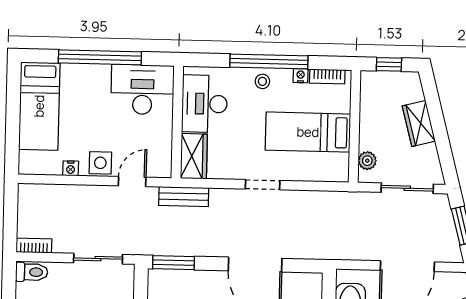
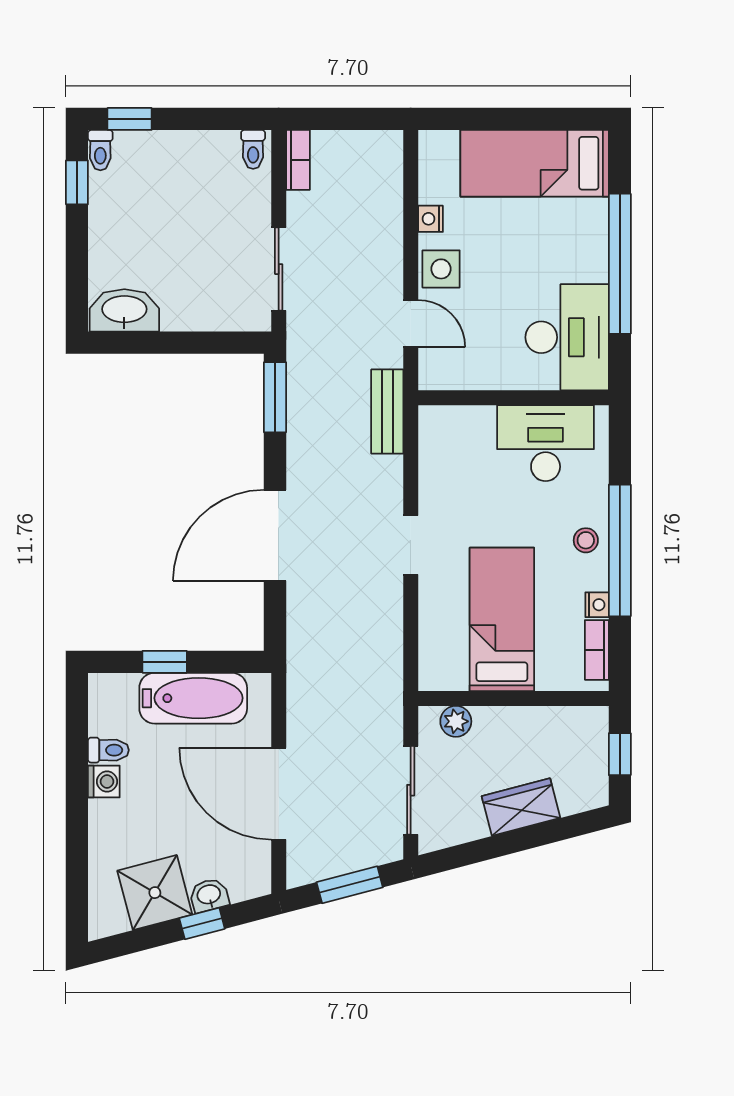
wardrobe: (194, 156) -> (456, 427), removed
toilet: (32, 272) -> (253, 149), width x0.73, depth x0.72

